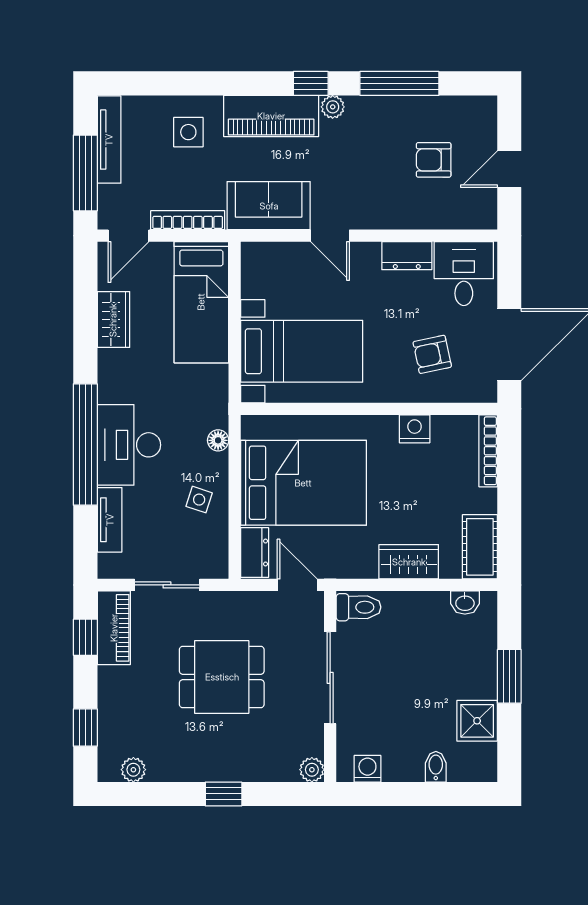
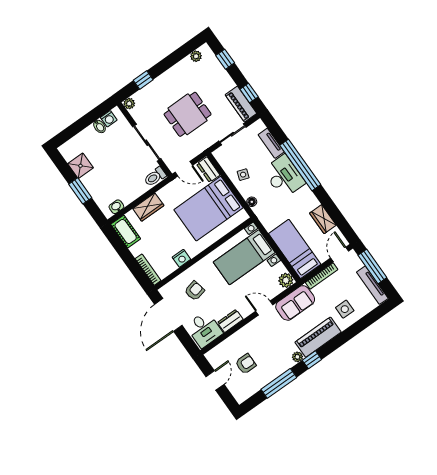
plant: (257, 258) -> (286, 280), added
bidet: (436, 767) -> (99, 126), moved
window: (224, 794) -> (143, 80), moved

